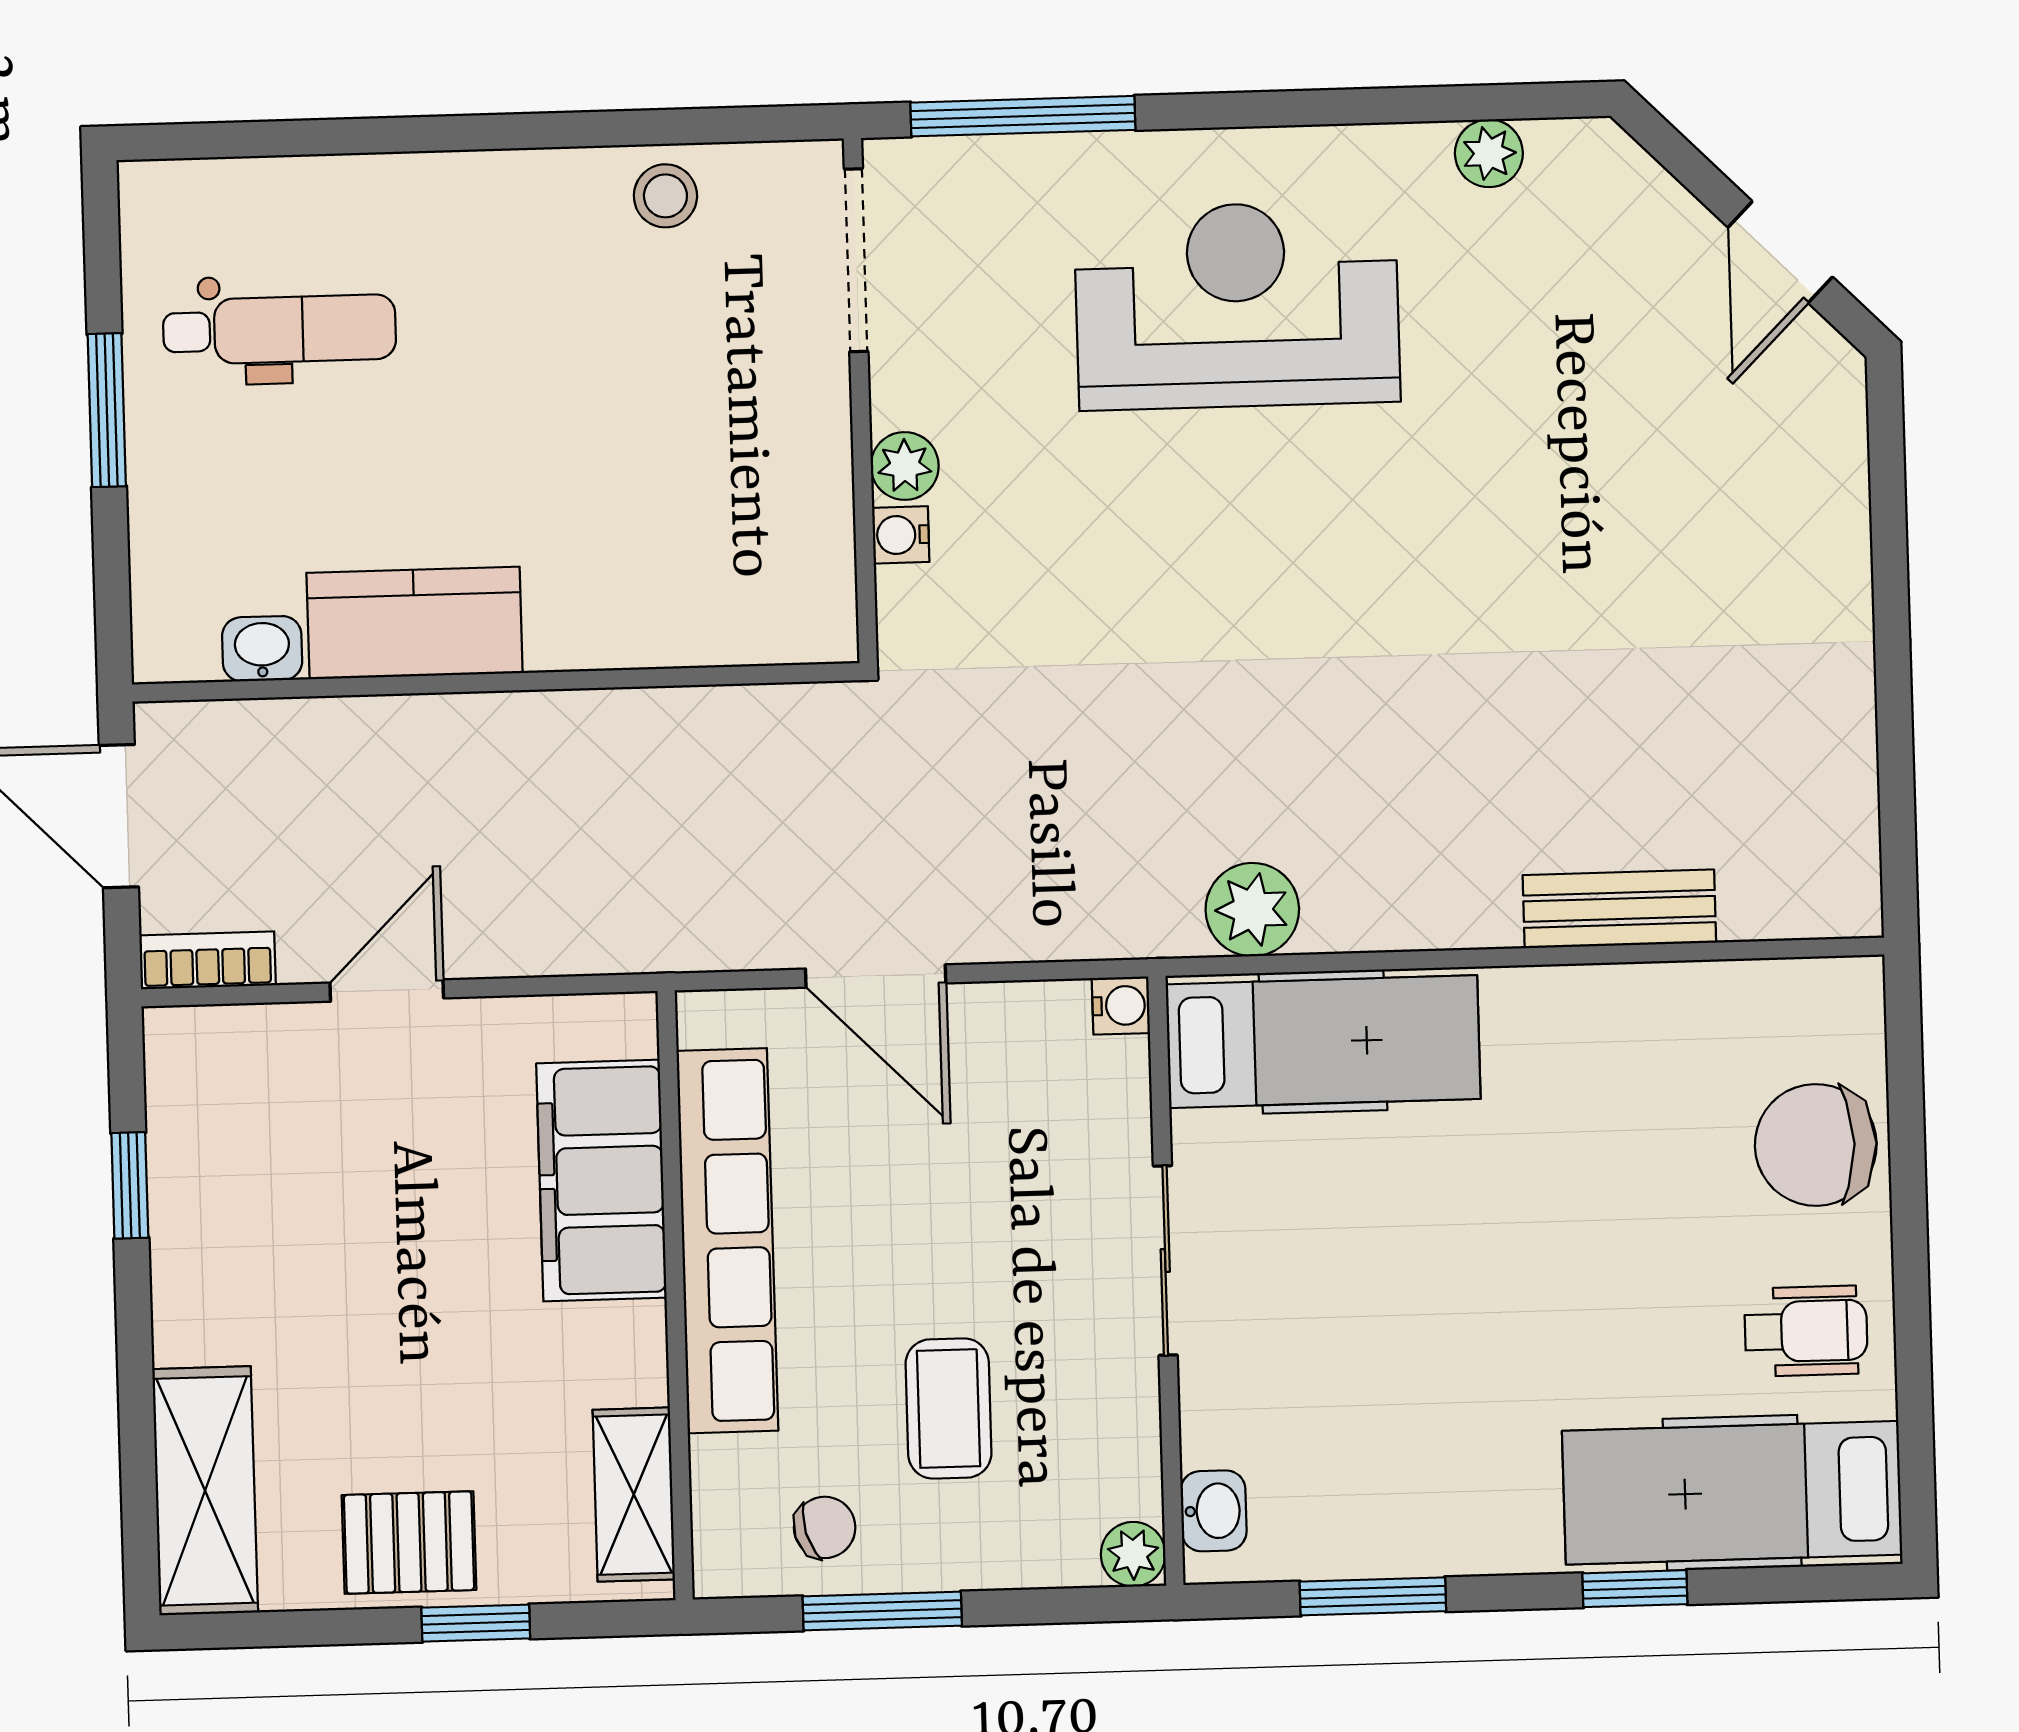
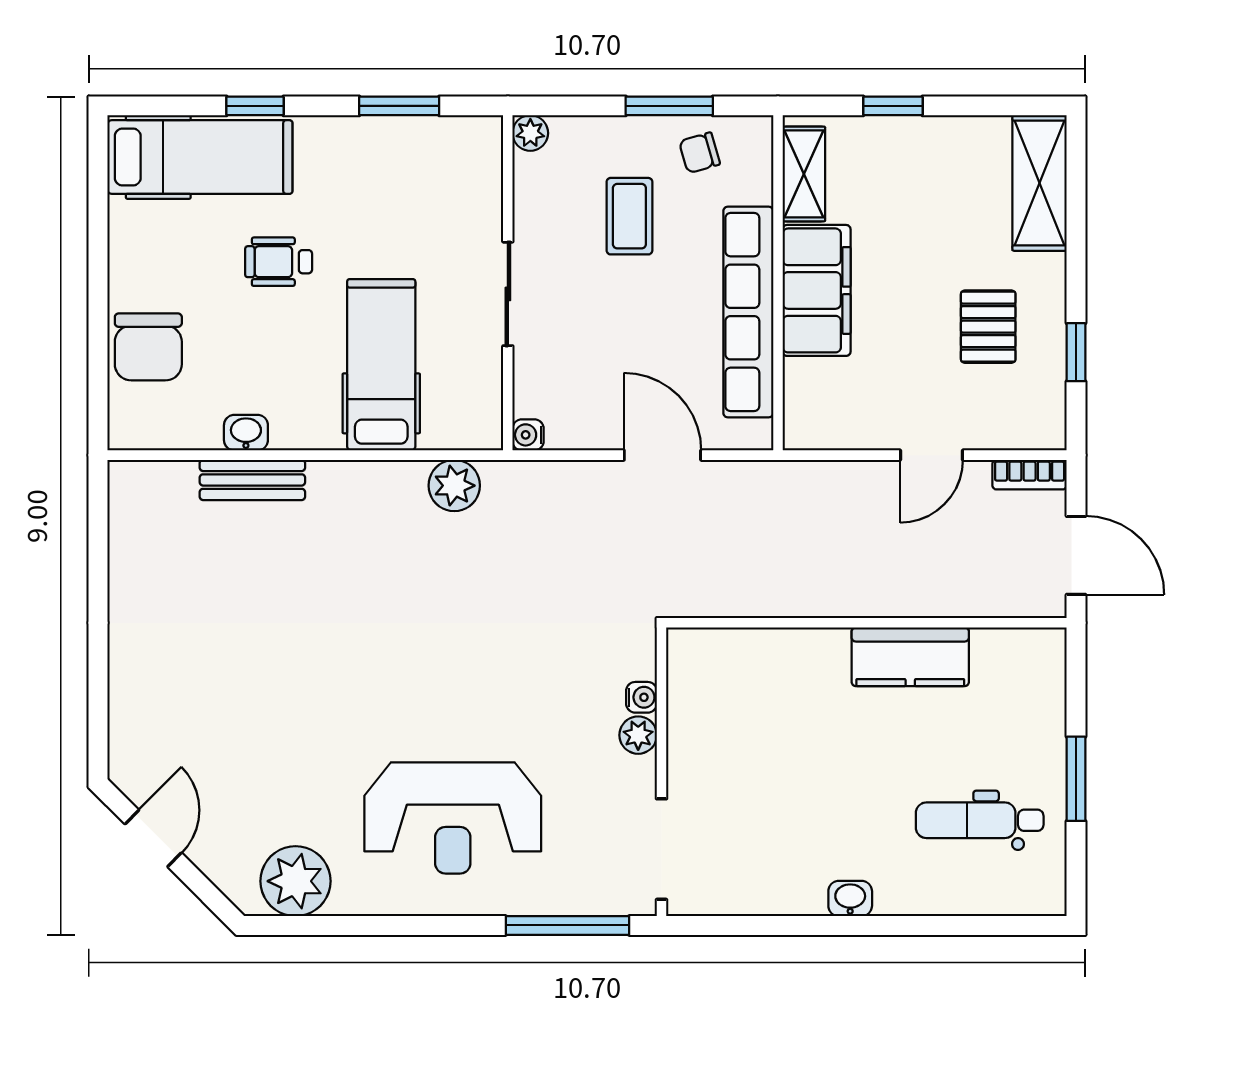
plant: (1489, 153) -> (295, 881), width x1.88, depth x1.88
stool: (665, 196) -> (765, 888), removed
washbasin: (262, 649) -> (850, 898), moved, turned 180
hospital bed: (1323, 1042) -> (381, 365), moved, turned 90
chair: (1816, 1145) -> (148, 347), turned 90
filing cabinet: (601, 1181) -> (817, 290), moved
wheelchair: (1806, 1331) -> (279, 262), moved
washbasin: (1214, 1511) -> (246, 433), moved, turned 90
pallet: (409, 1543) -> (988, 327), moved, turned 90

